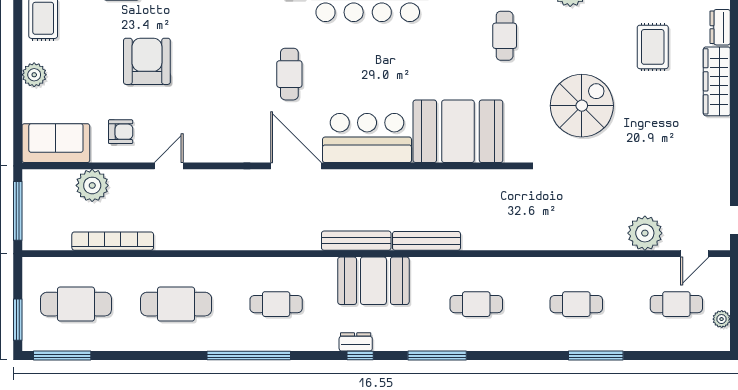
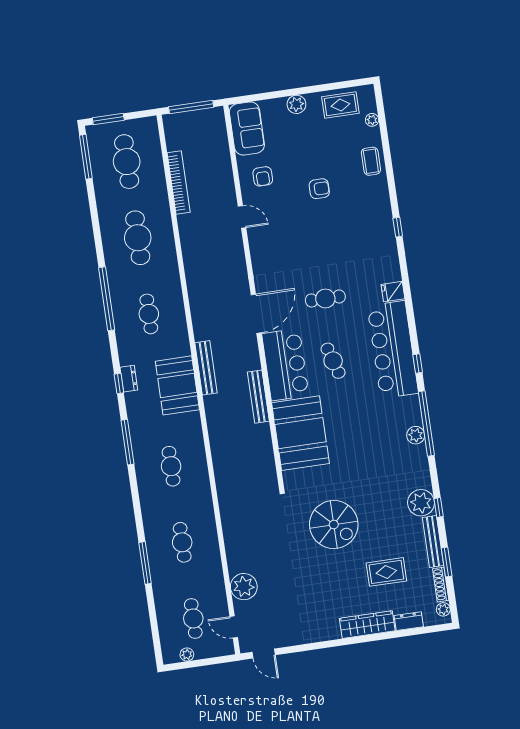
cafe table: (505, 36) -> (333, 361), moved, turned 73
armchair: (147, 61) -> (319, 189), width x0.53, depth x0.53
plant: (92, 185) -> (219, 161), removed
bench: (426, 241) -> (258, 397), moved

